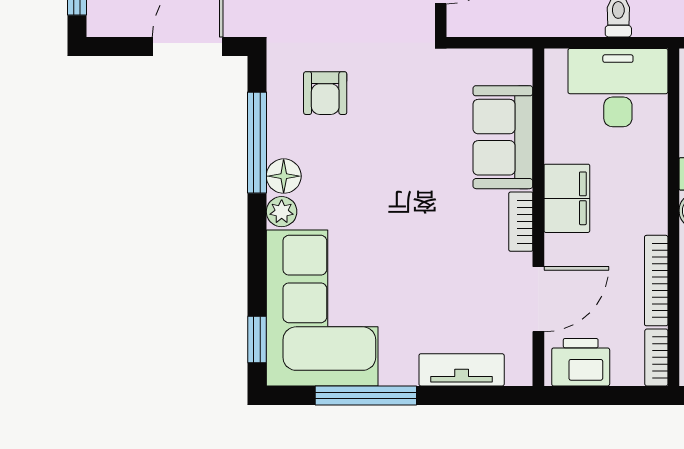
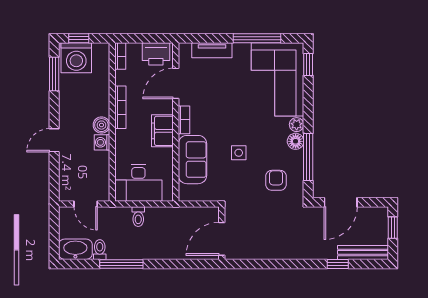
side table: (405, 152) -> (239, 153), added
bookcase: (656, 281) -> (120, 107), moved

